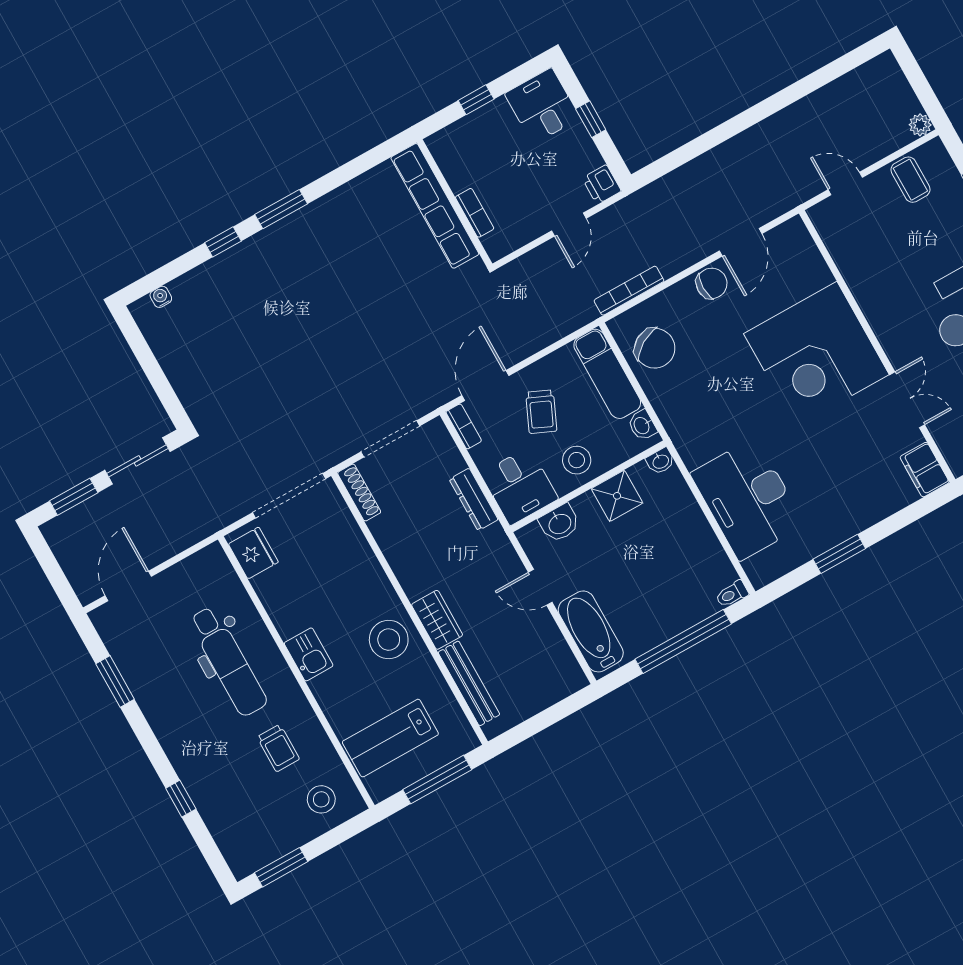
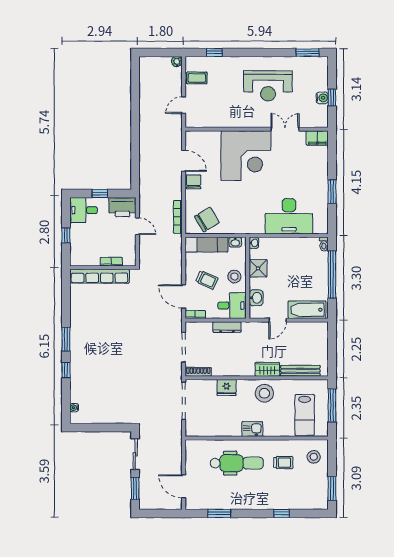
printer: (602, 185) -> (122, 207), width x1.87, depth x1.48
fridge: (253, 553) -> (226, 387), moved, turned 180

